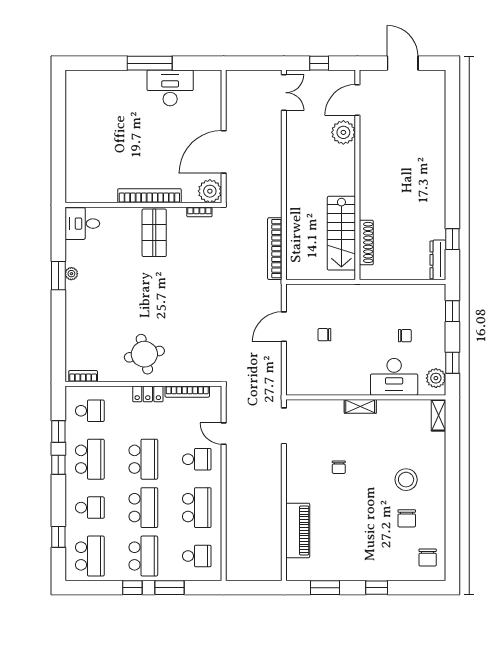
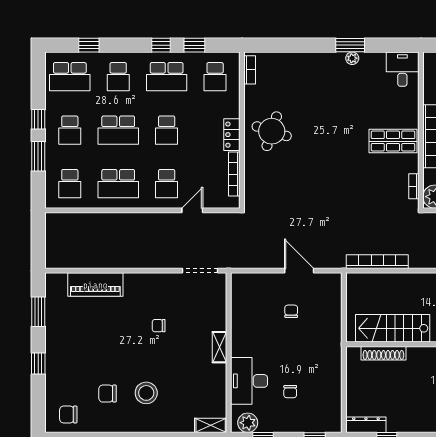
round table: (144, 354) -> (272, 131), turned 30
school desk: (143, 459) -> (167, 130), width x0.54
school desk: (143, 556) -> (70, 130), width x0.54

